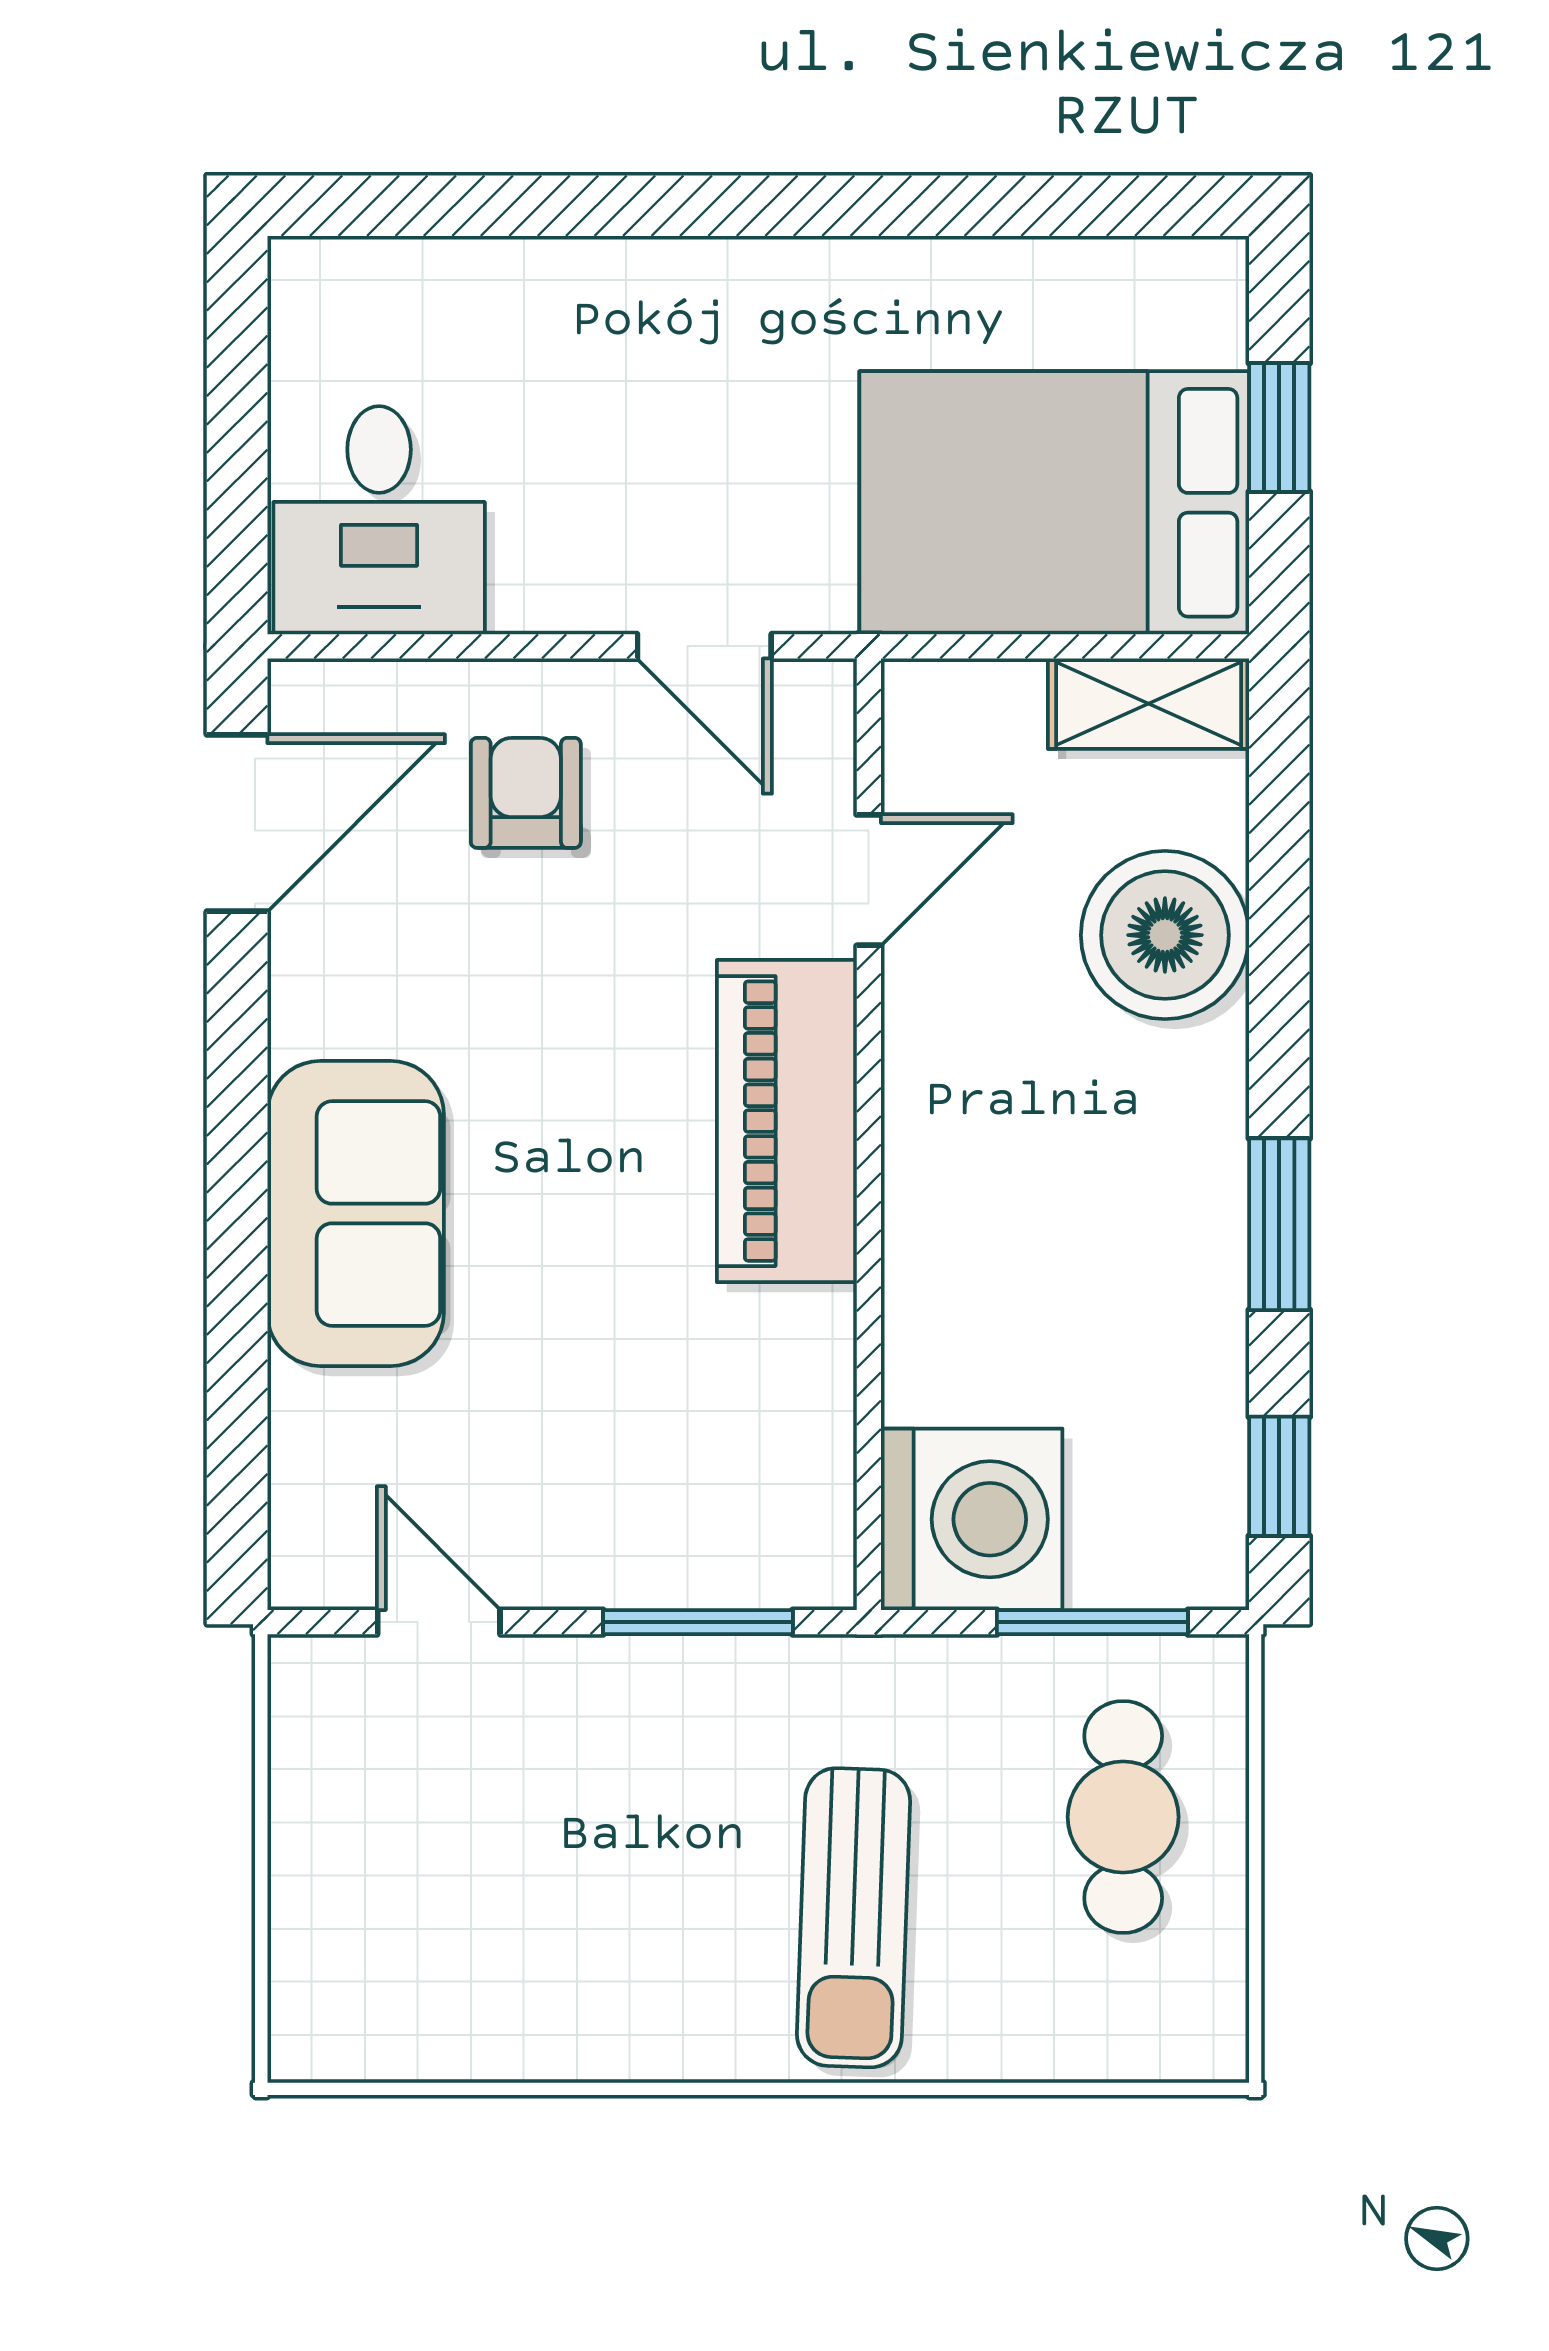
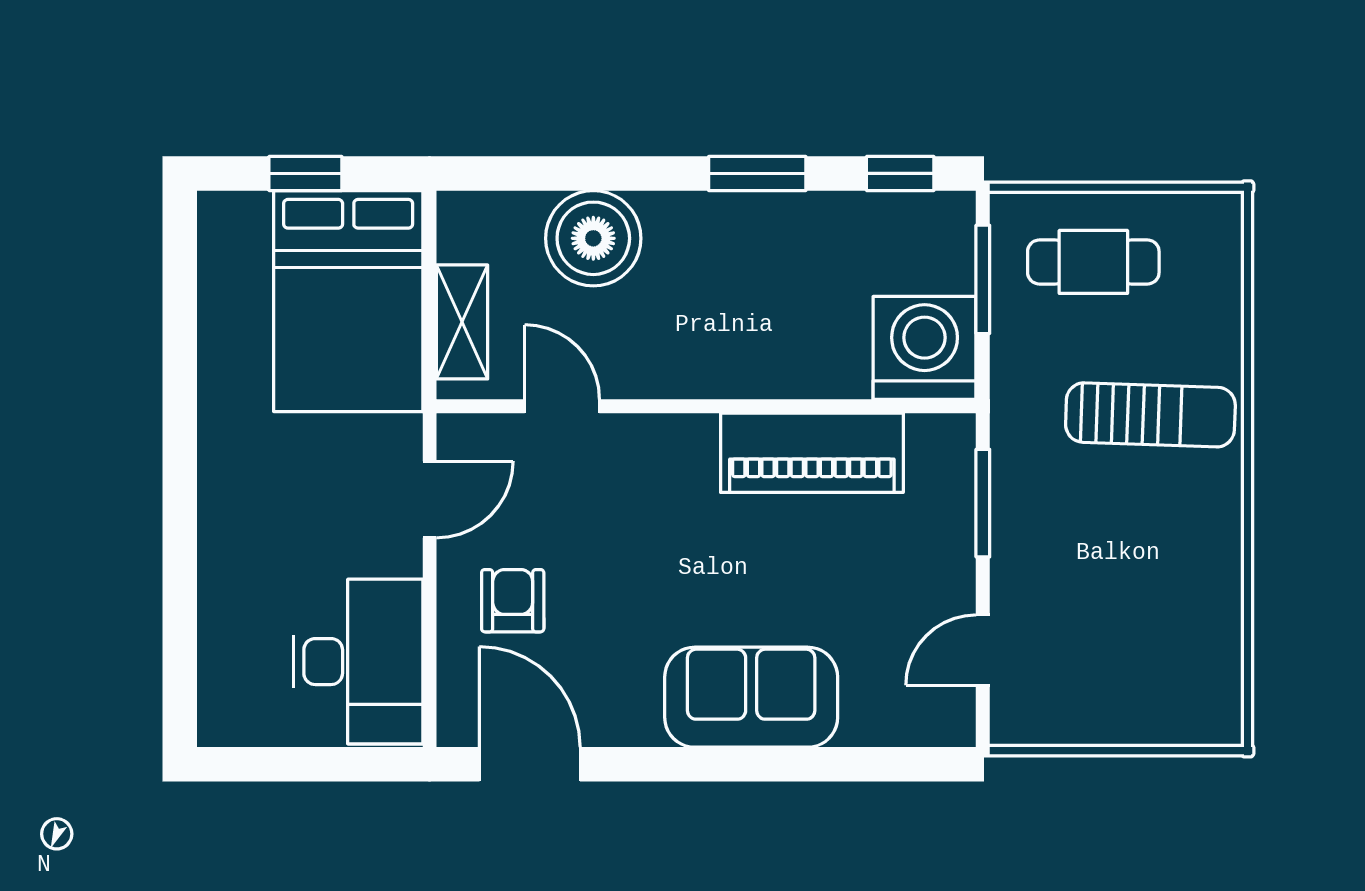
desk: (379, 520) -> (358, 662), width x1.37
shelving: (1149, 704) -> (462, 322), moved
armchair: (526, 793) -> (513, 601), turned 90
piano: (787, 1121) -> (812, 453), moved

